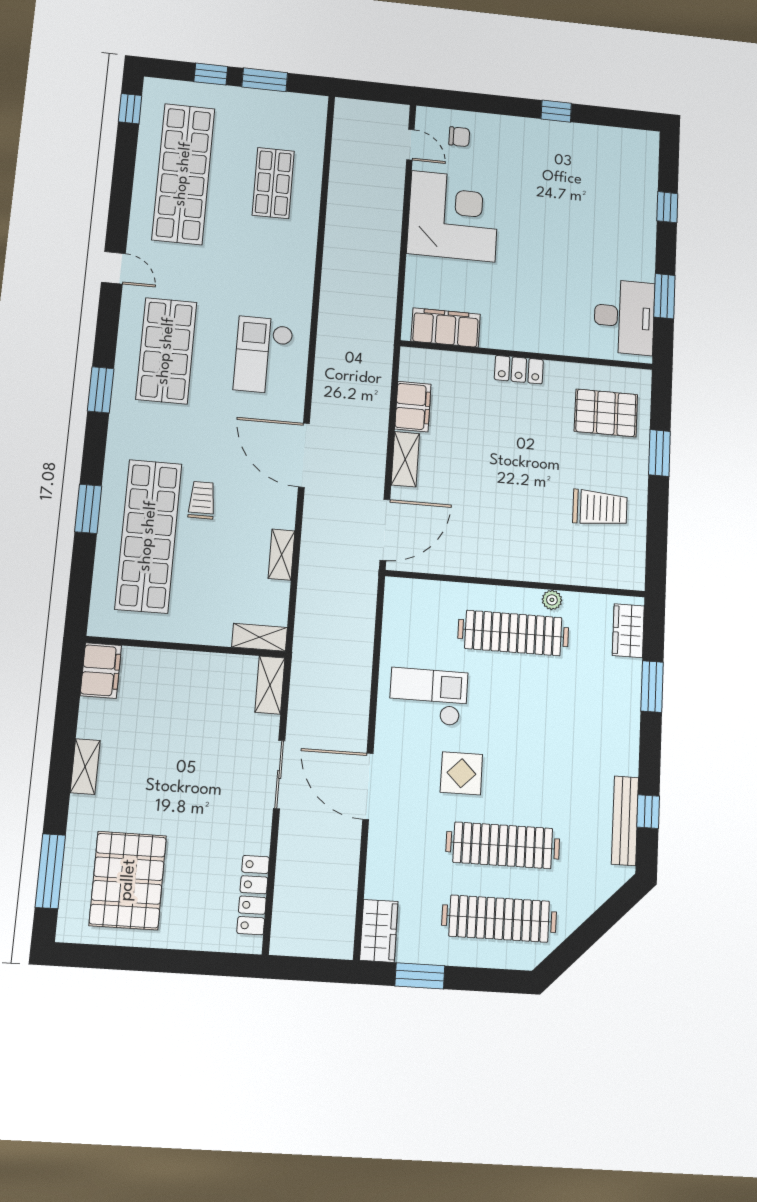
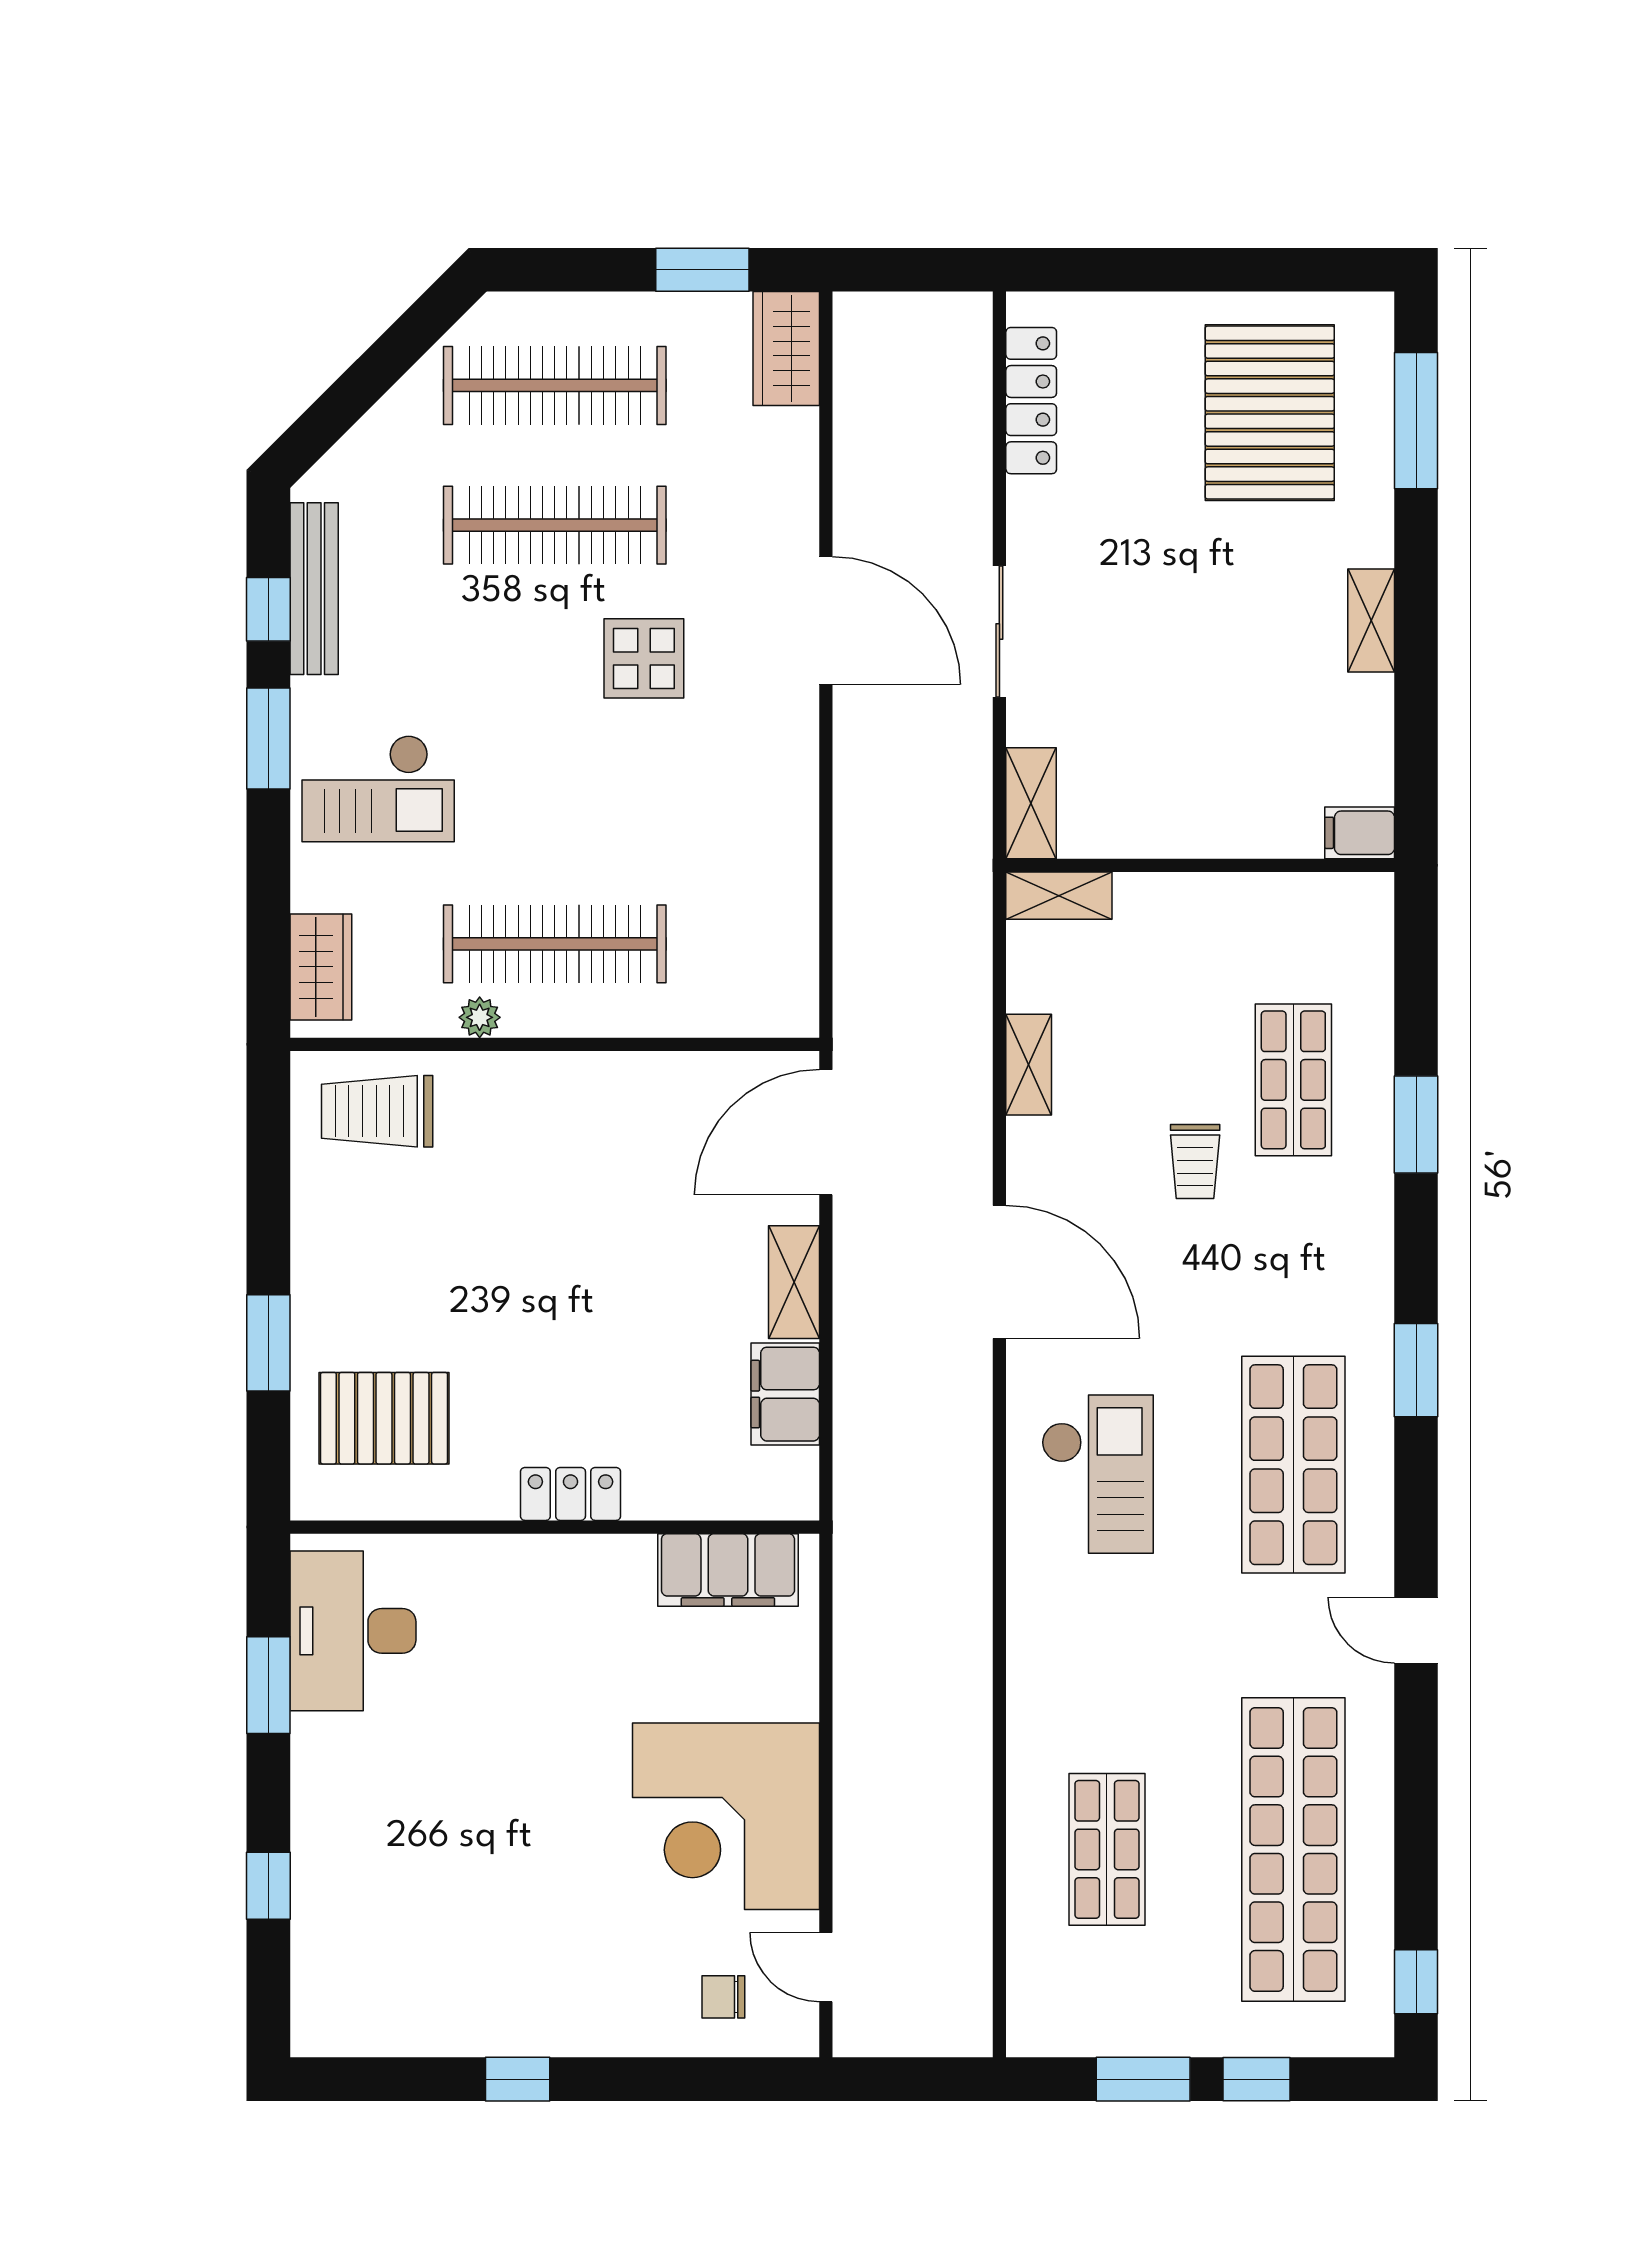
trolley: (600, 508) -> (377, 1111), moved
shop shelf: (148, 536) -> (1293, 1080), width x0.50, depth x0.74
filing cabinet: (101, 671) -> (1360, 833), width x0.50
window: (652, 687) -> (268, 739), moved
checkout: (428, 697) -> (378, 789), moved

